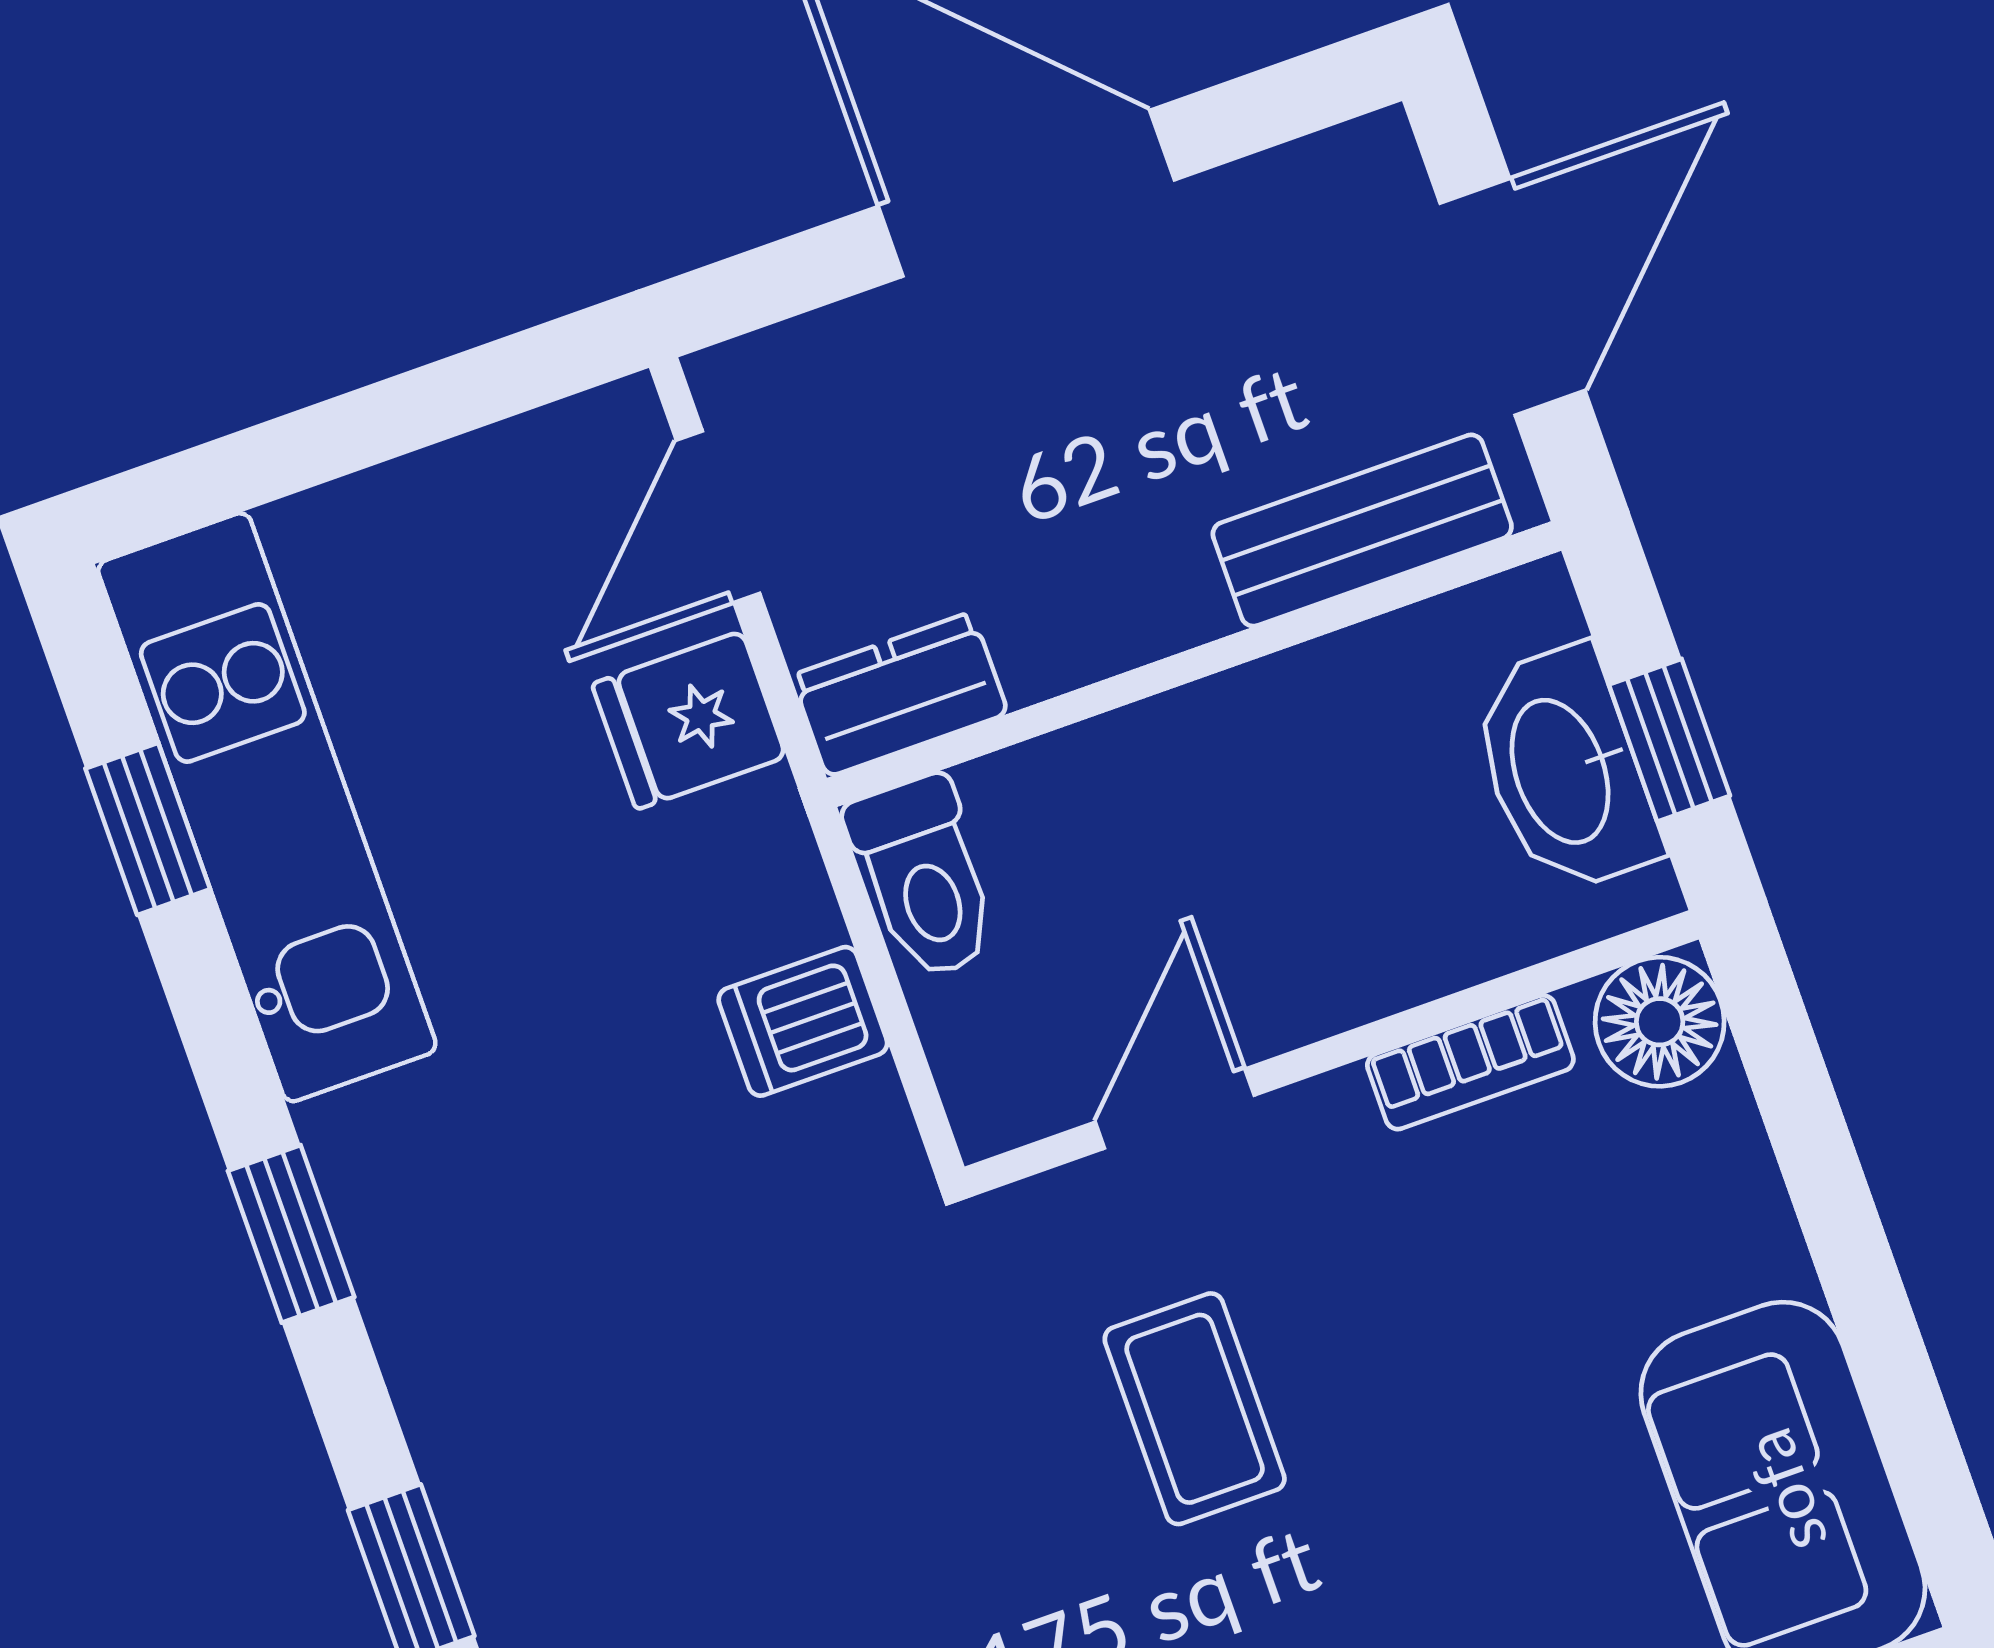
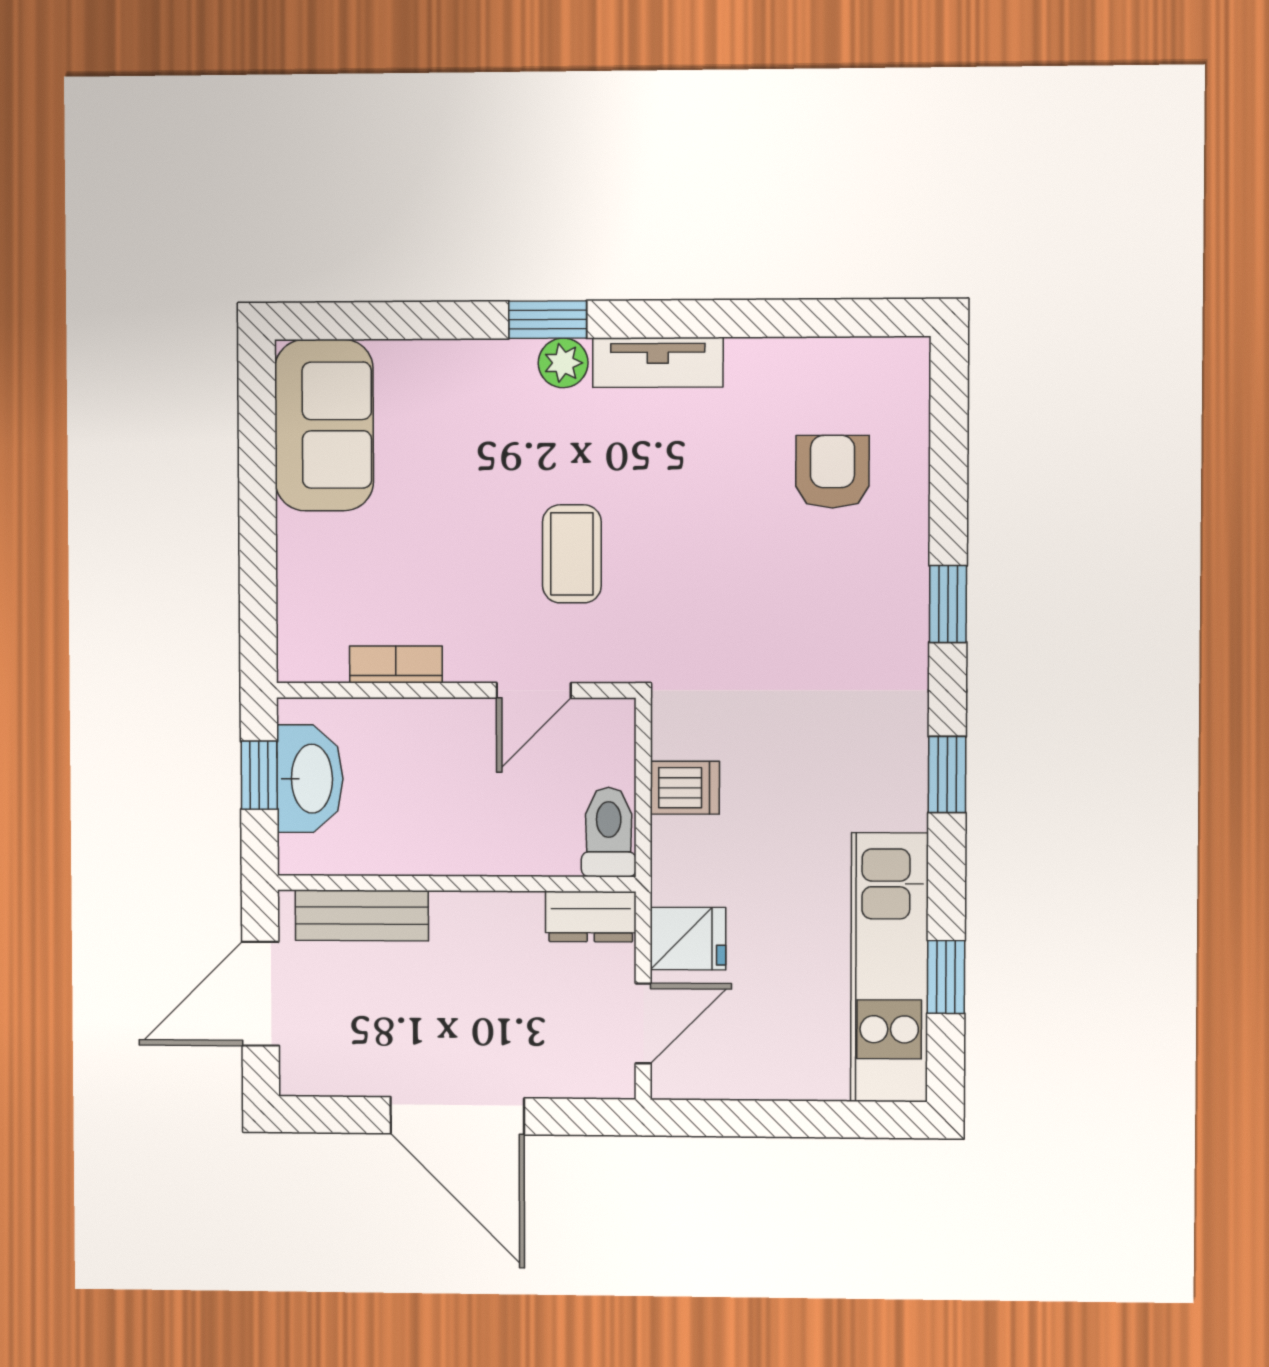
floor lamp: (1660, 1022) -> (306, 653), removed

